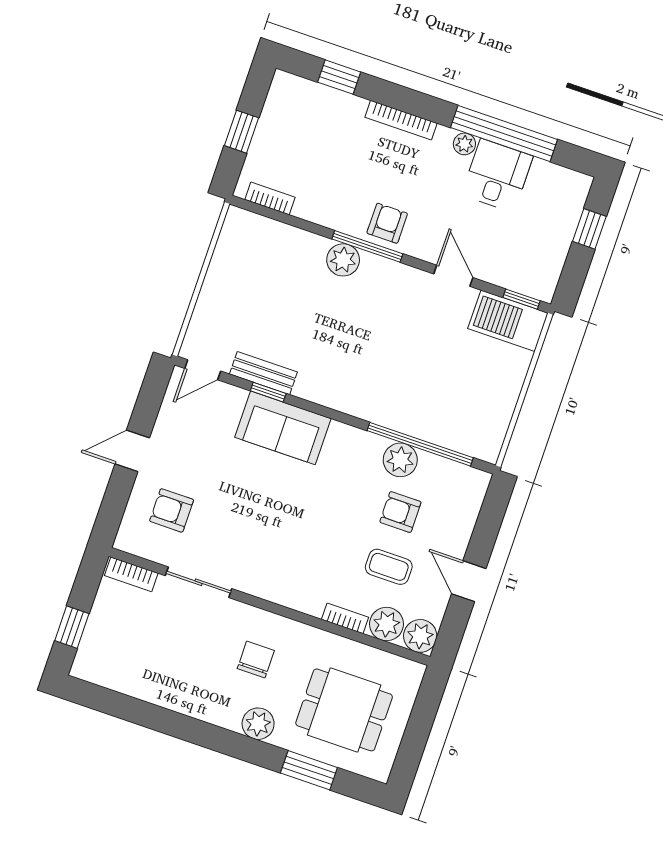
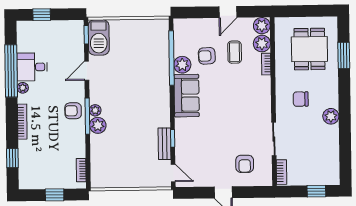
plant: (373, 265) -> (95, 110), added
sofa: (283, 428) -> (187, 96), moved
armchair: (400, 512) -> (207, 56), turned 87
plant: (258, 724) -> (331, 116), moved

